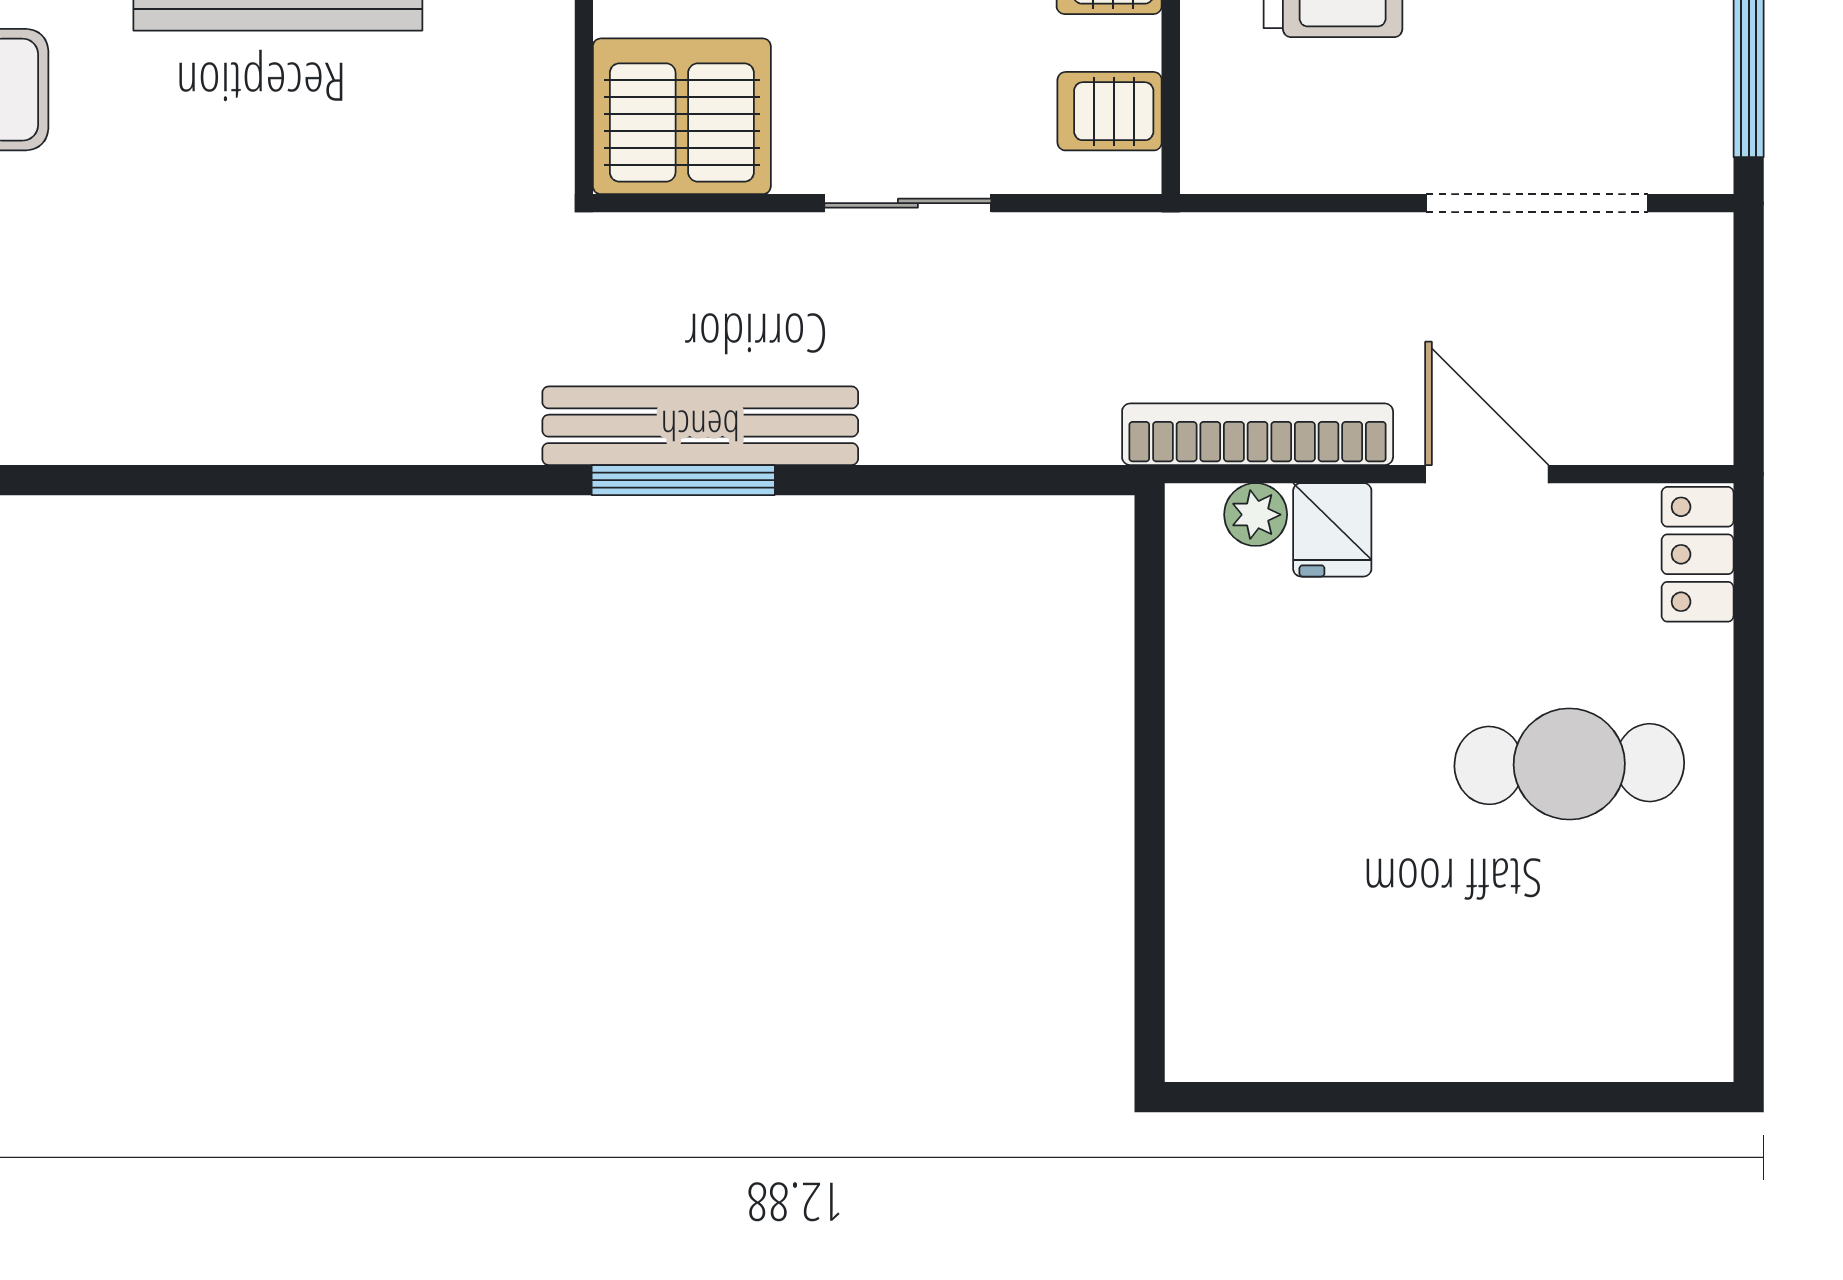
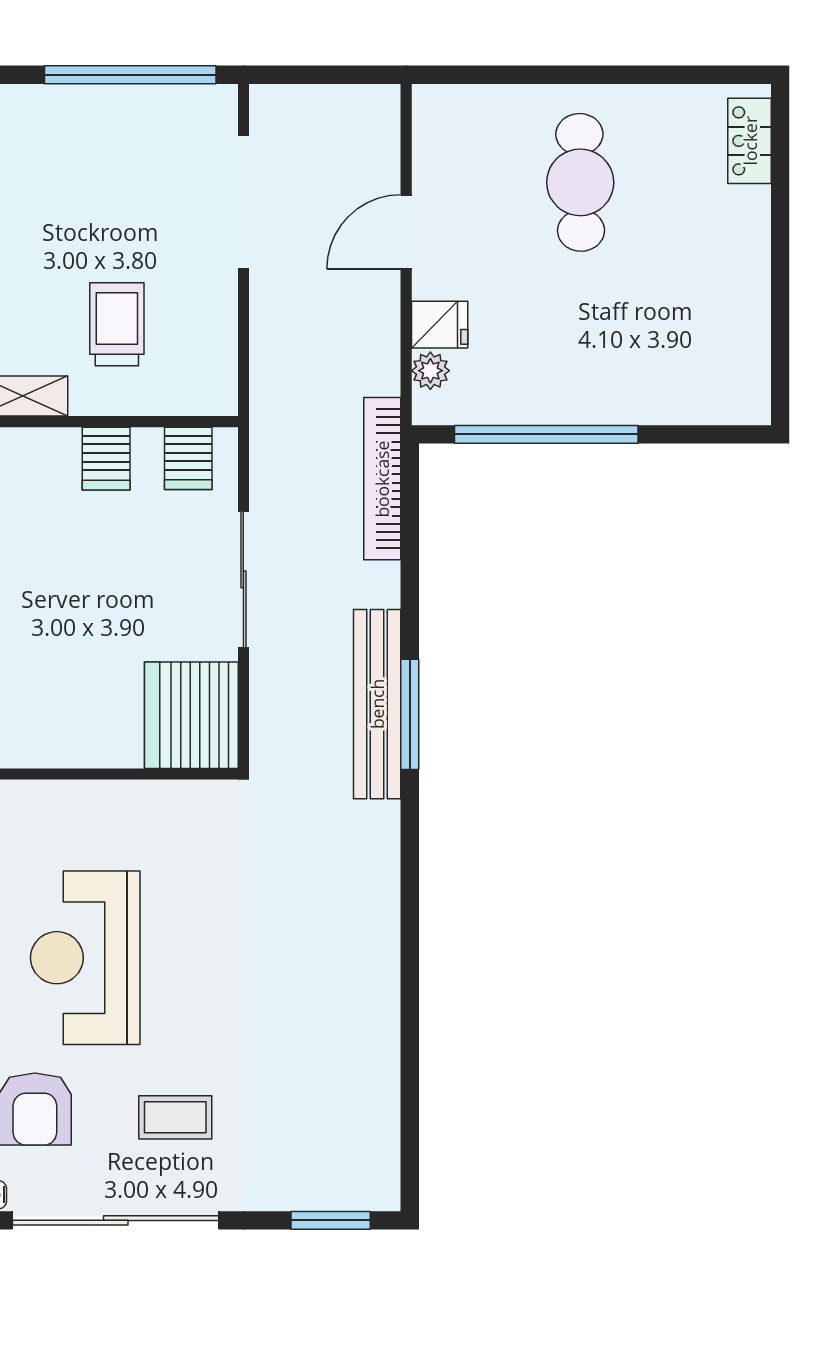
sliding door: (908, 203) -> (243, 579), width x1.37
bookcase: (1258, 434) -> (382, 479), moved
locker: (1698, 554) -> (750, 141), moved, turned 90
window: (1150, 707) -> (546, 434), added

